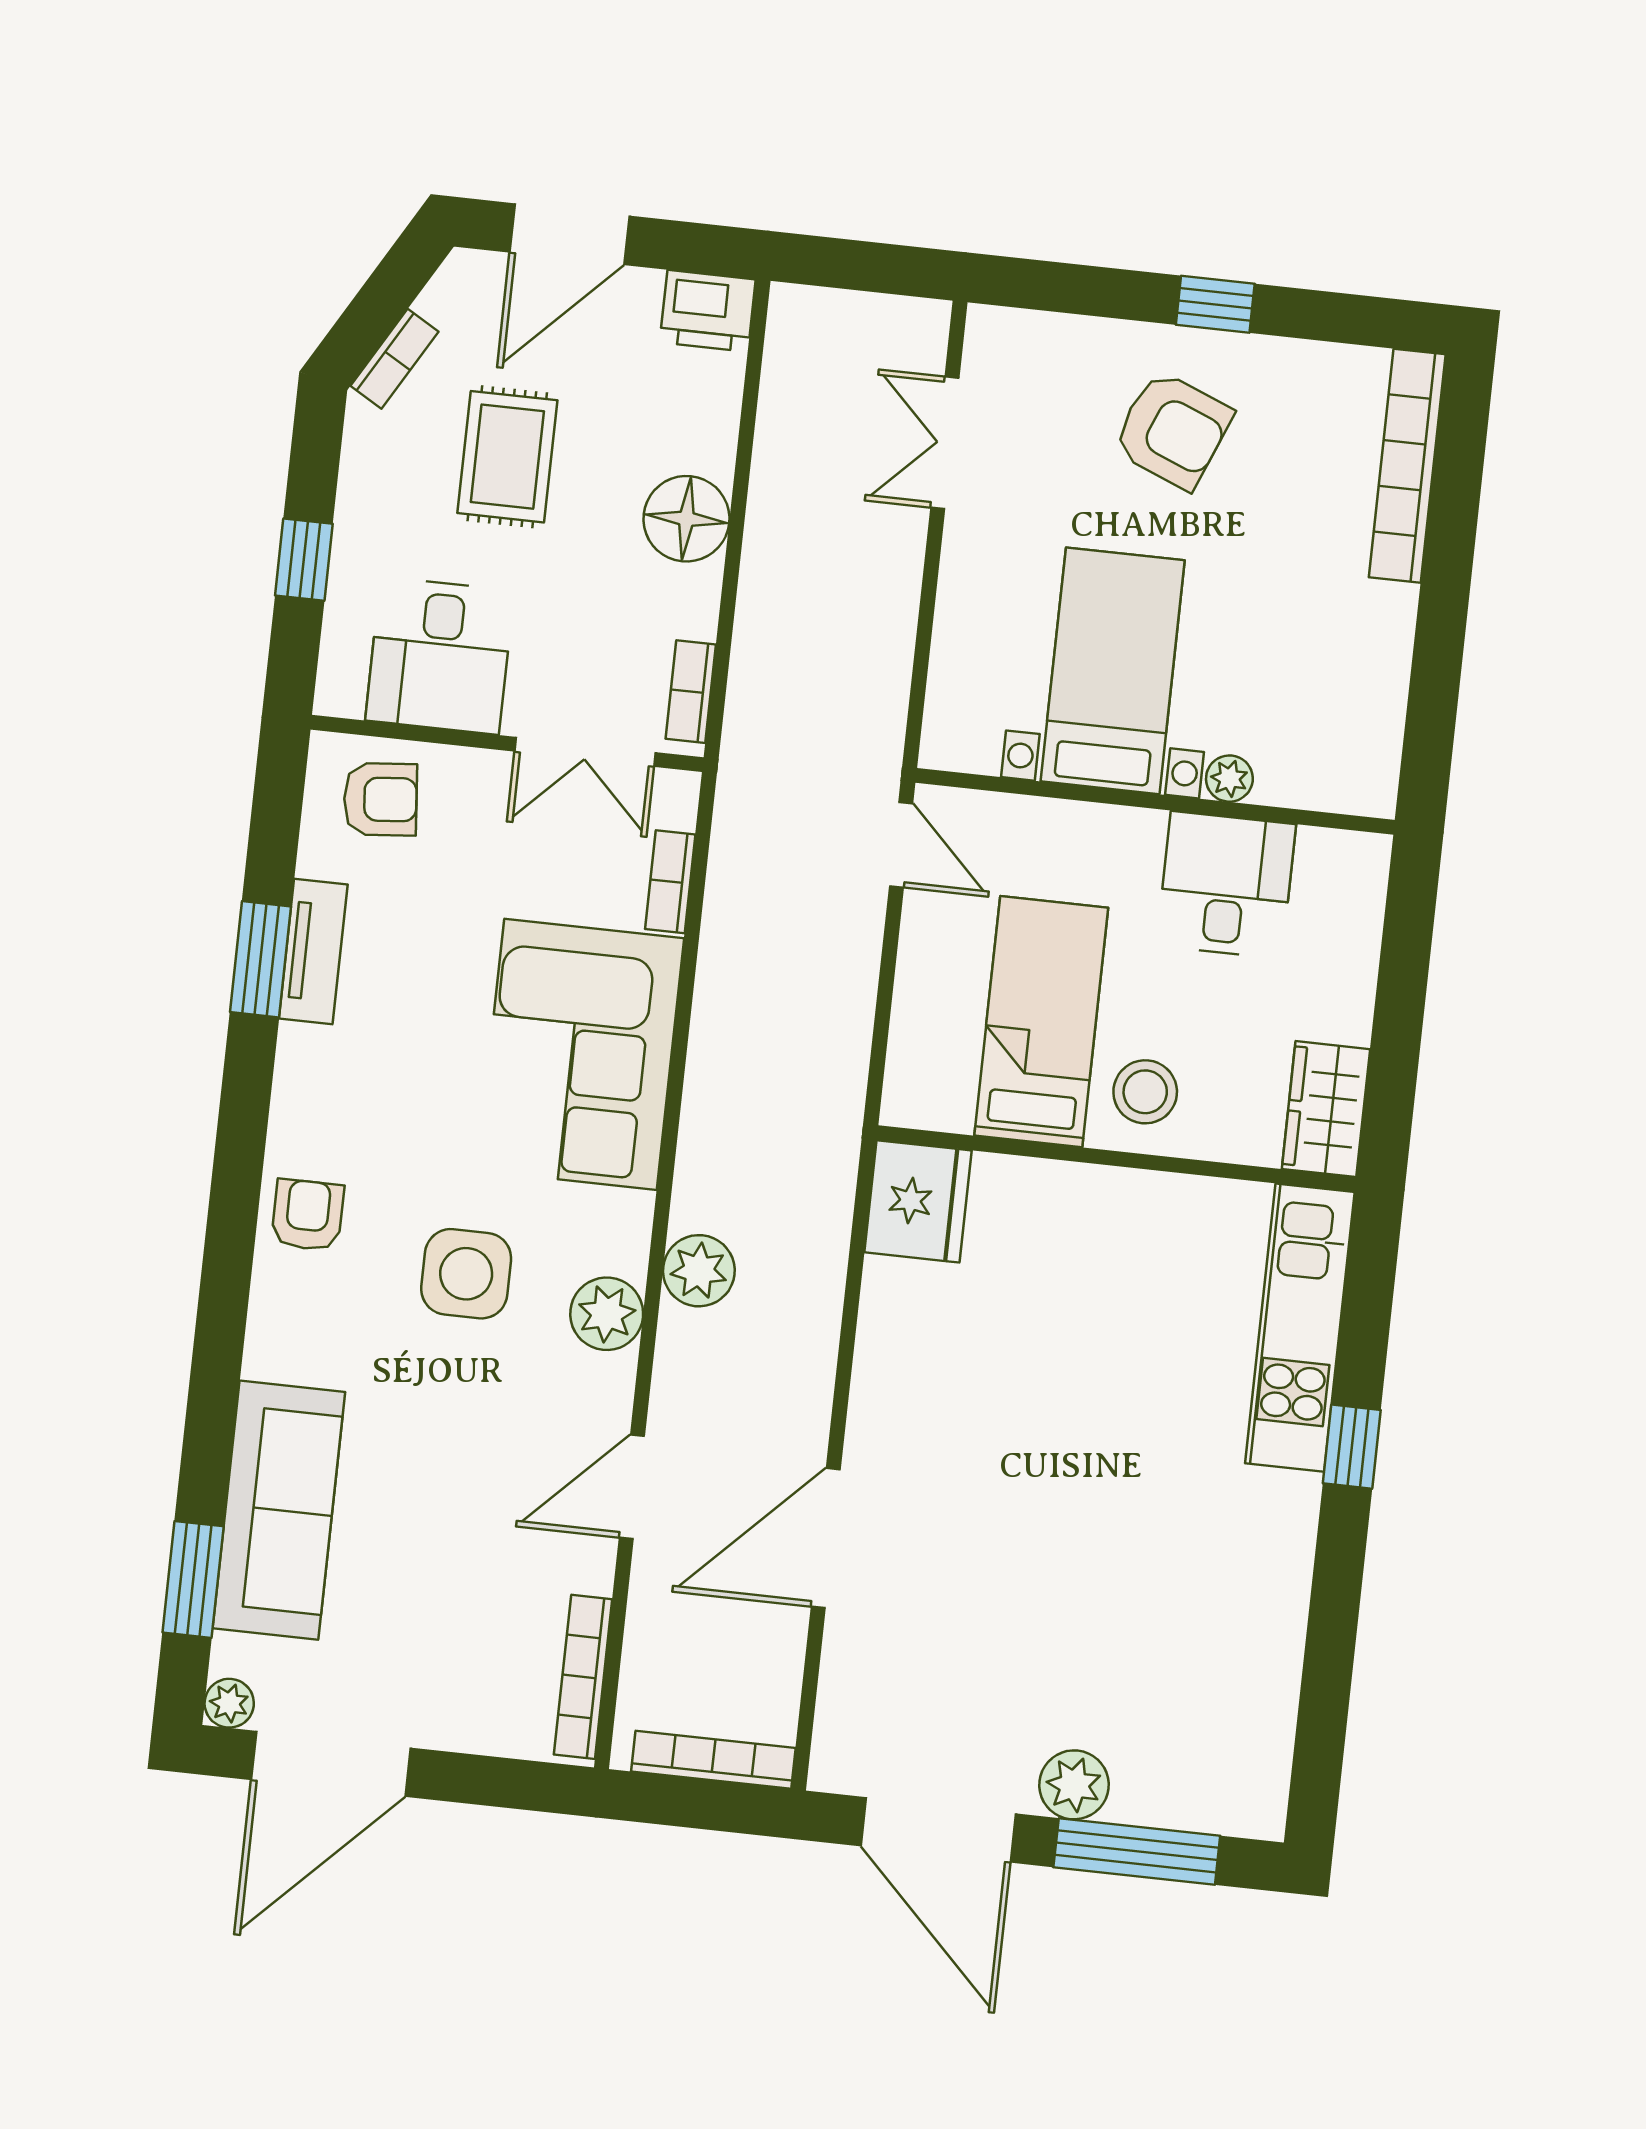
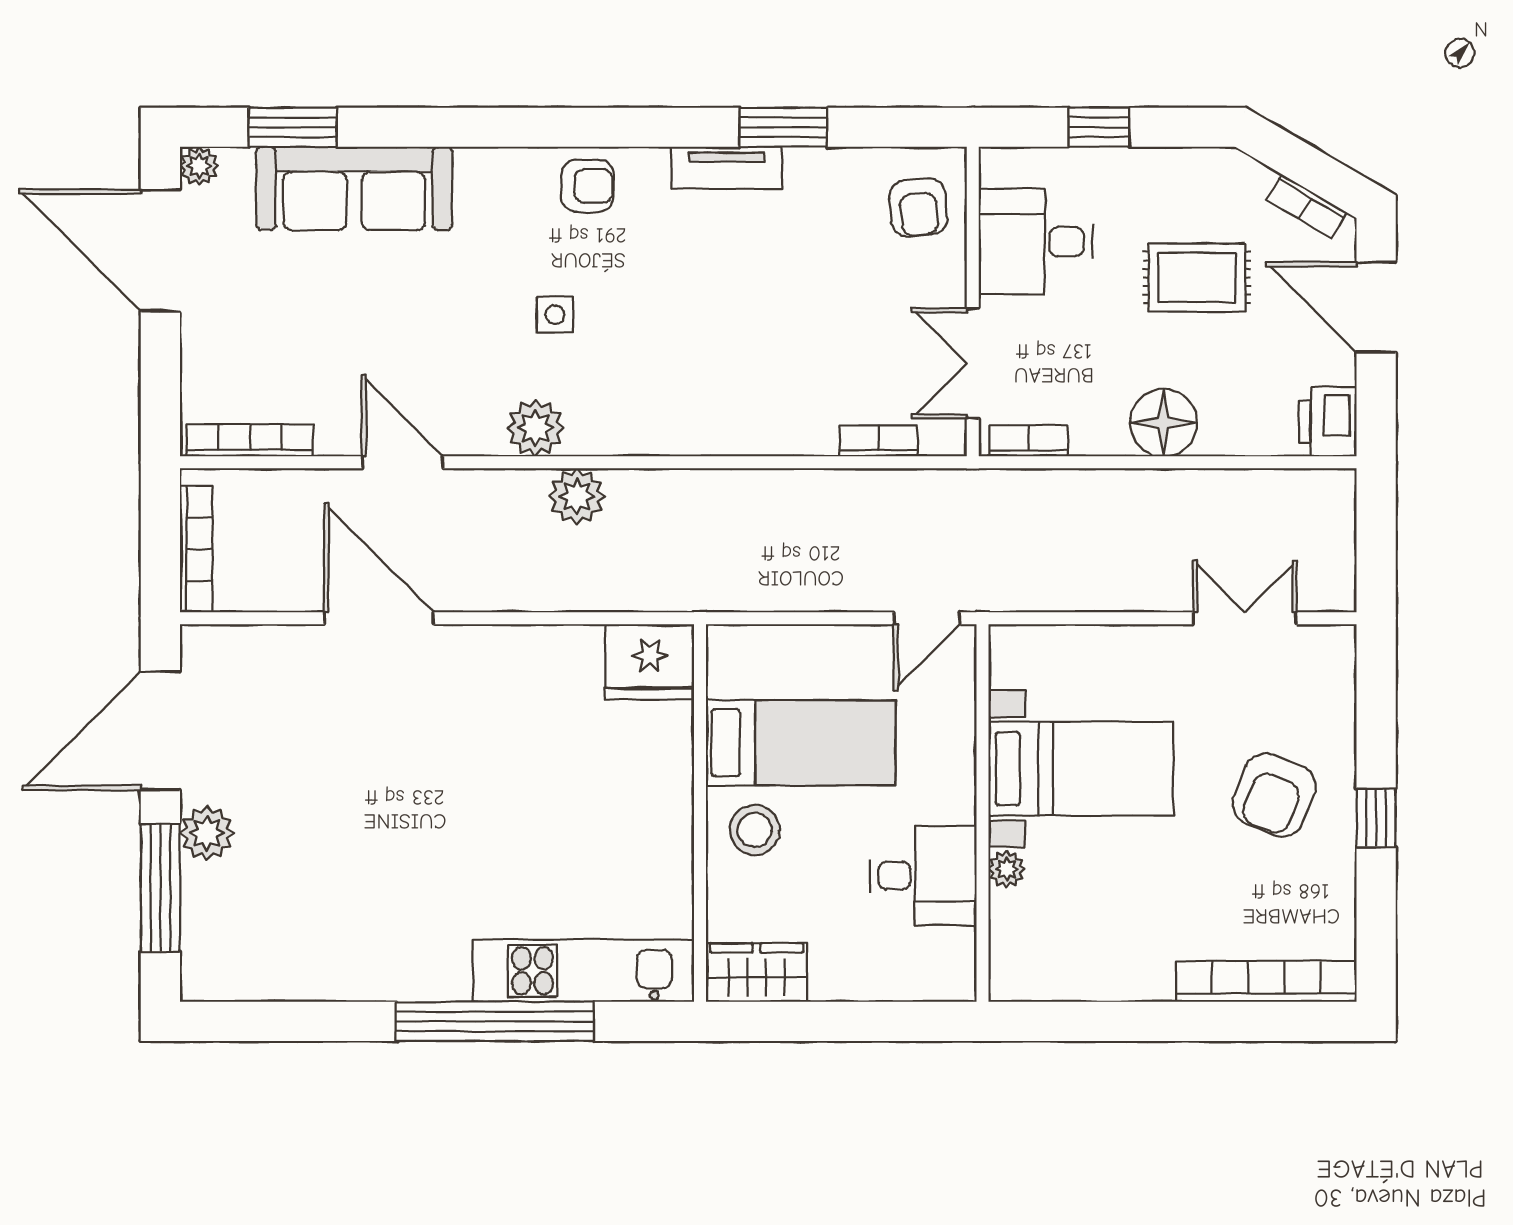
bookcase: (395, 359) -> (1307, 206), moved
tv unit: (313, 952) -> (727, 168), moved
corner sofa: (581, 1054) -> (736, 385), removed
side table: (466, 1274) -> (555, 315), width x0.54, depth x0.54
window: (1352, 1447) -> (495, 1021), width x3.17

